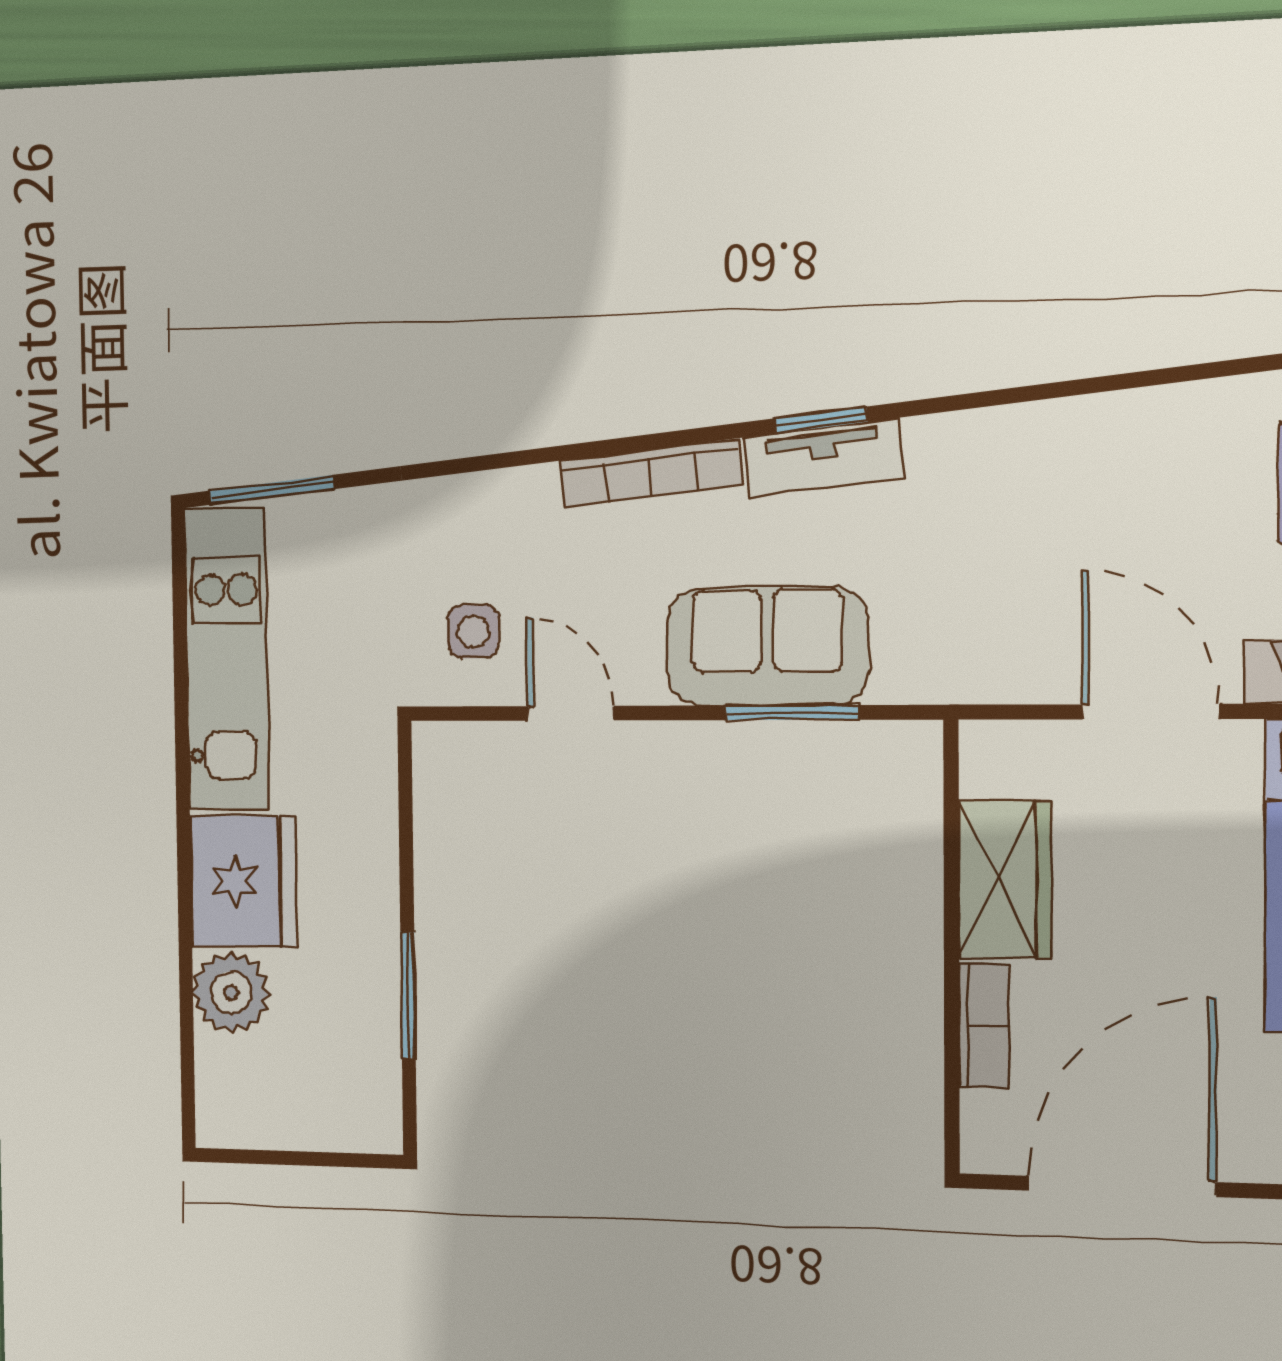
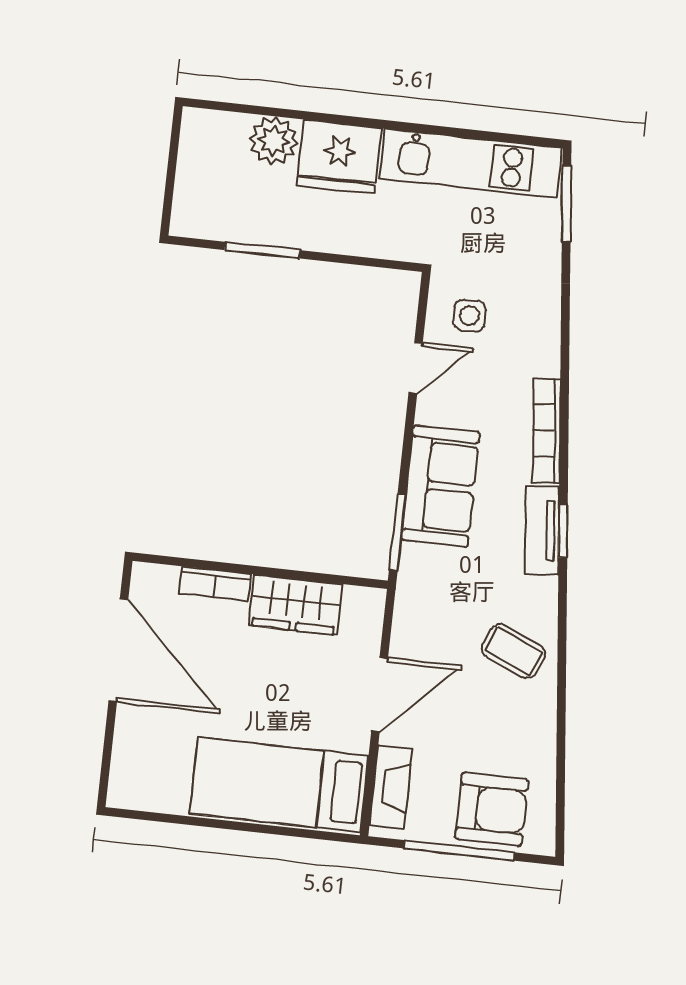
coffee table: (1044, 480) -> (514, 651), added
window: (792, 713) -> (398, 532), moved

